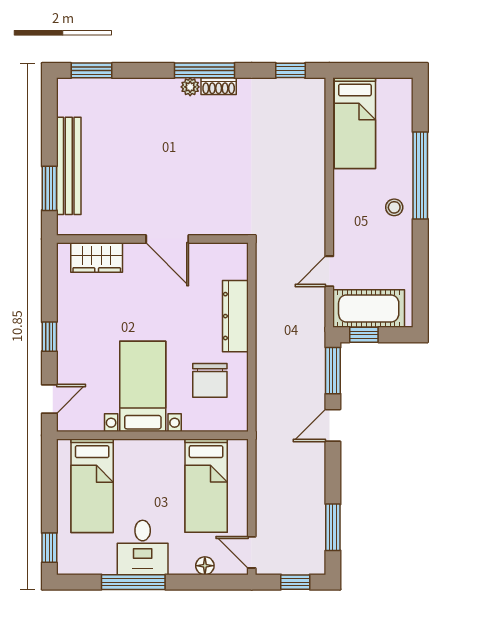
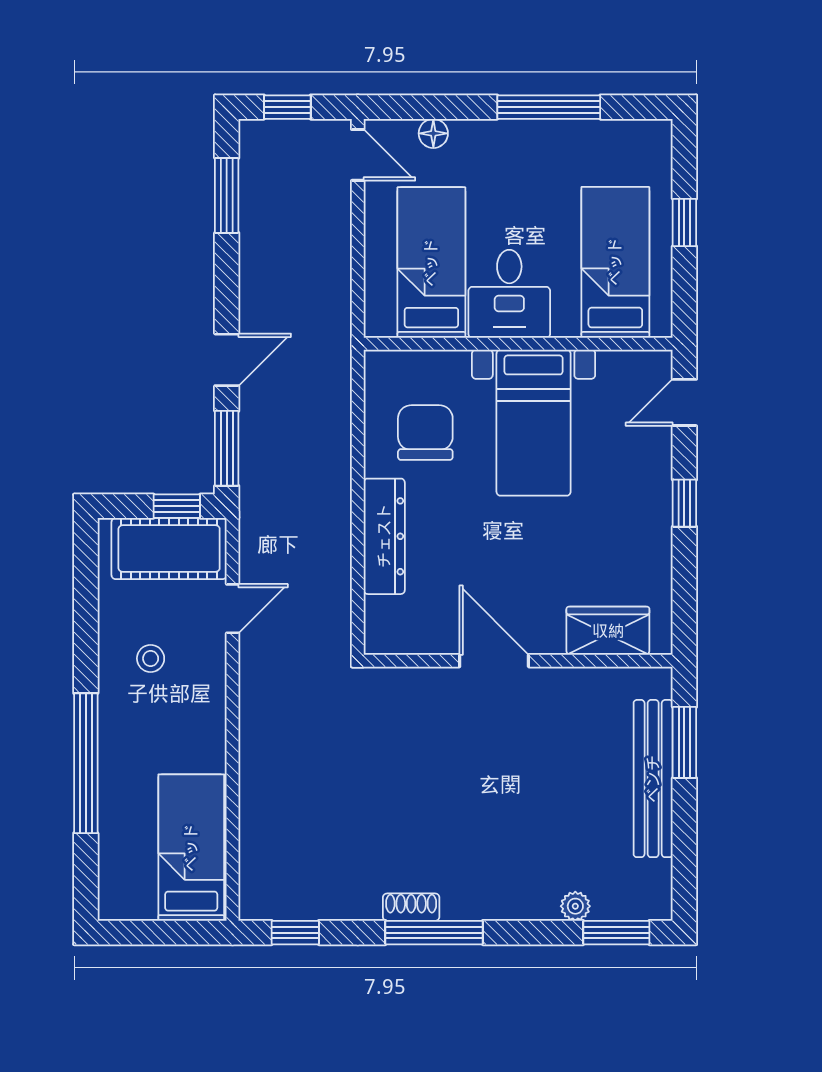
plant: (190, 87) -> (575, 906), moved
stool: (394, 207) -> (151, 658), moved
desk: (143, 547) -> (509, 294), moved, turned 180
window: (49, 548) -> (684, 222), moved

